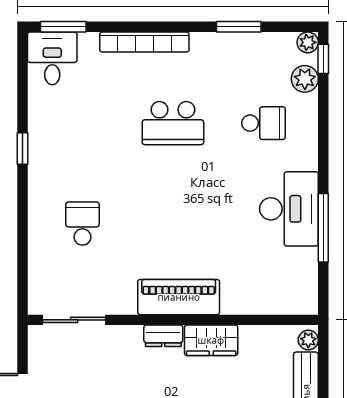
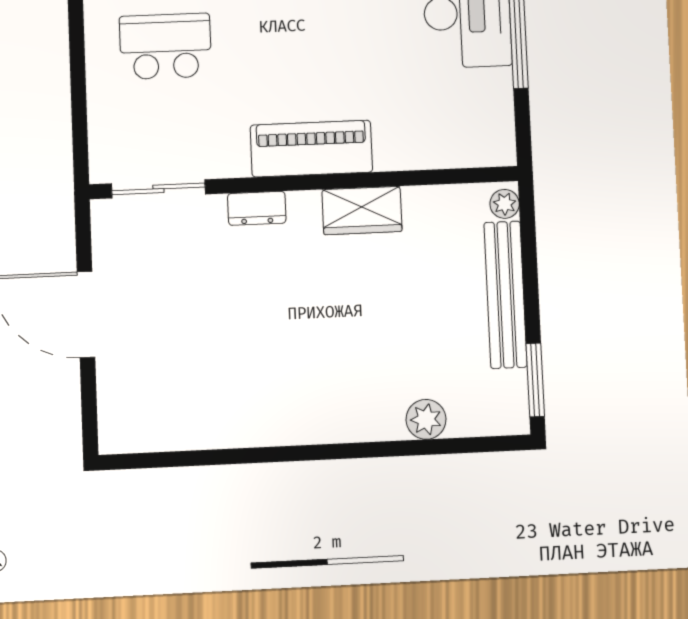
school desk: (82, 224) -> (165, 46), width x1.85
dresser: (163, 336) -> (257, 208), moved

